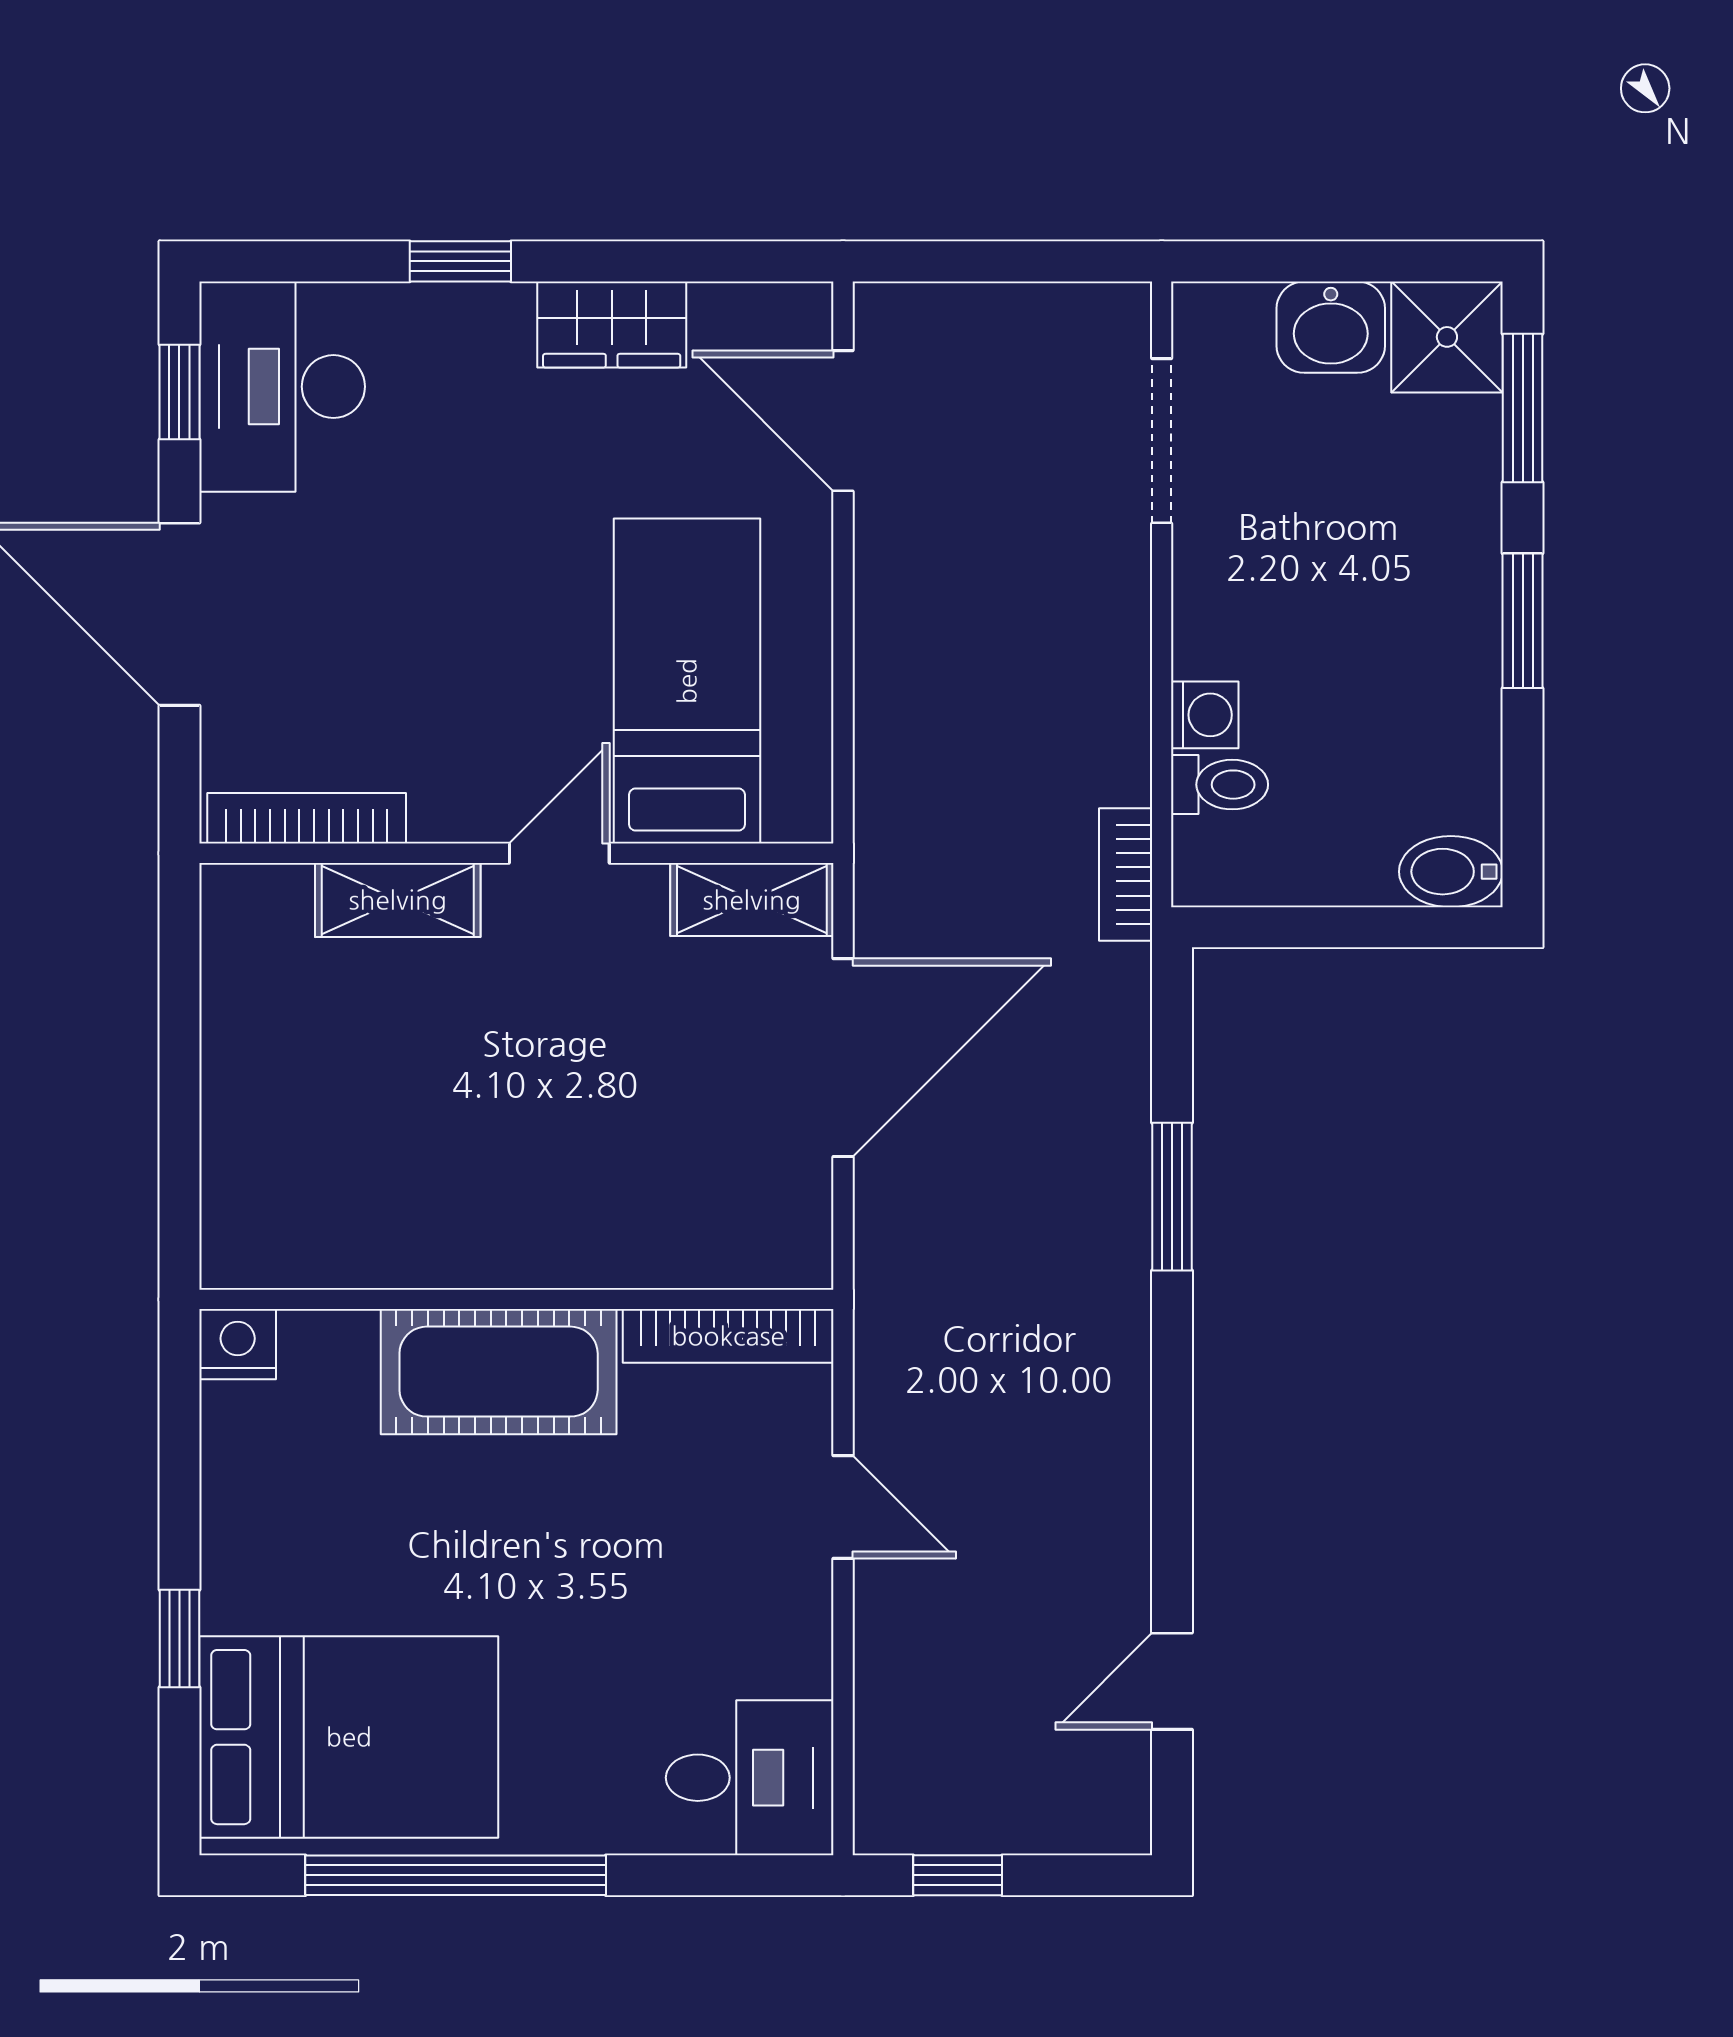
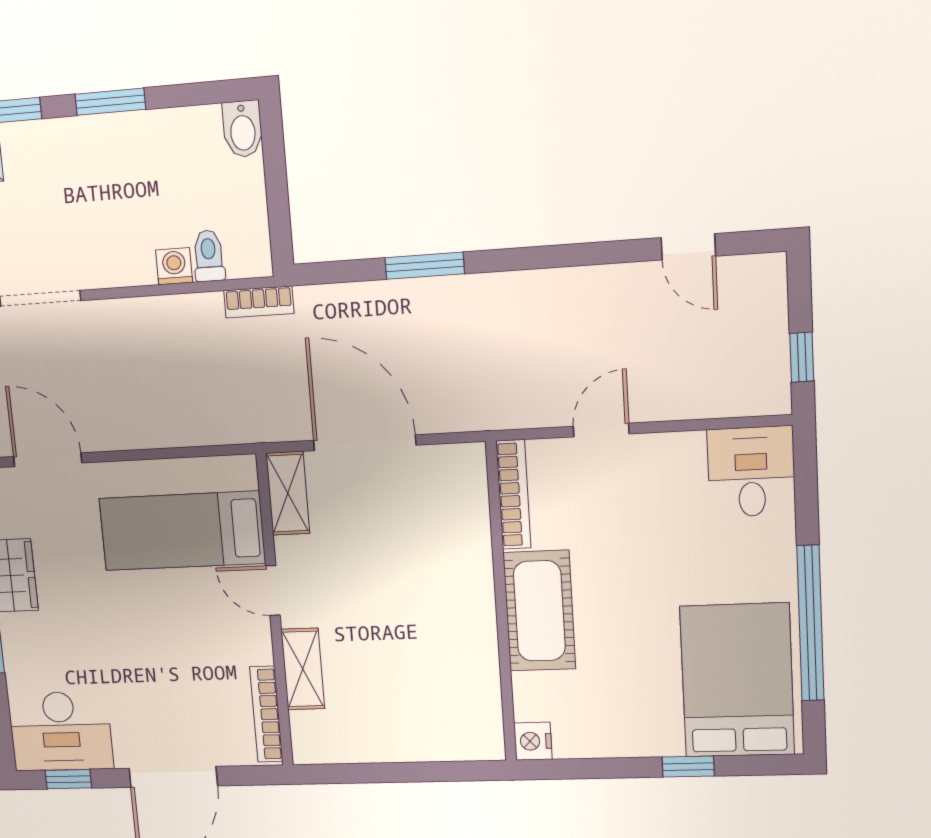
door: (843, 421) -> (48, 460), swing flipped

